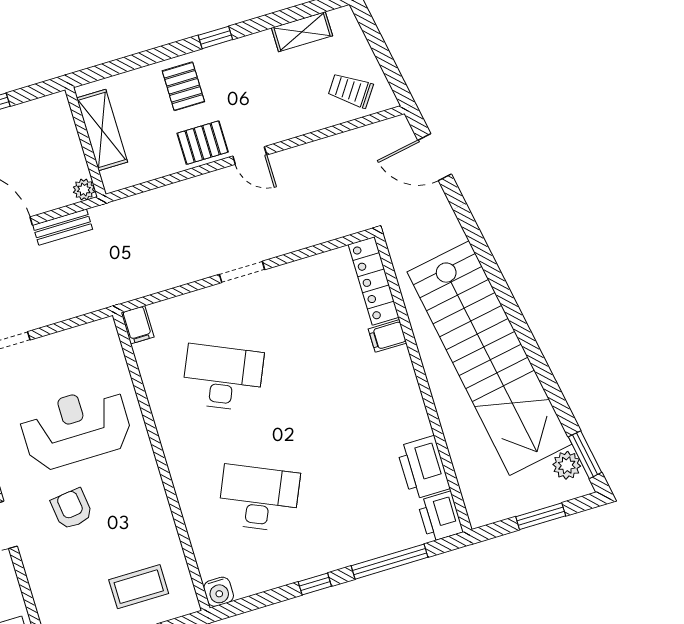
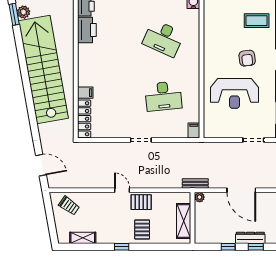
bench: (63, 227) -> (195, 183), moved
desk: (223, 378) -> (163, 96), turned -30
coffee table: (139, 587) -> (257, 21), moved

